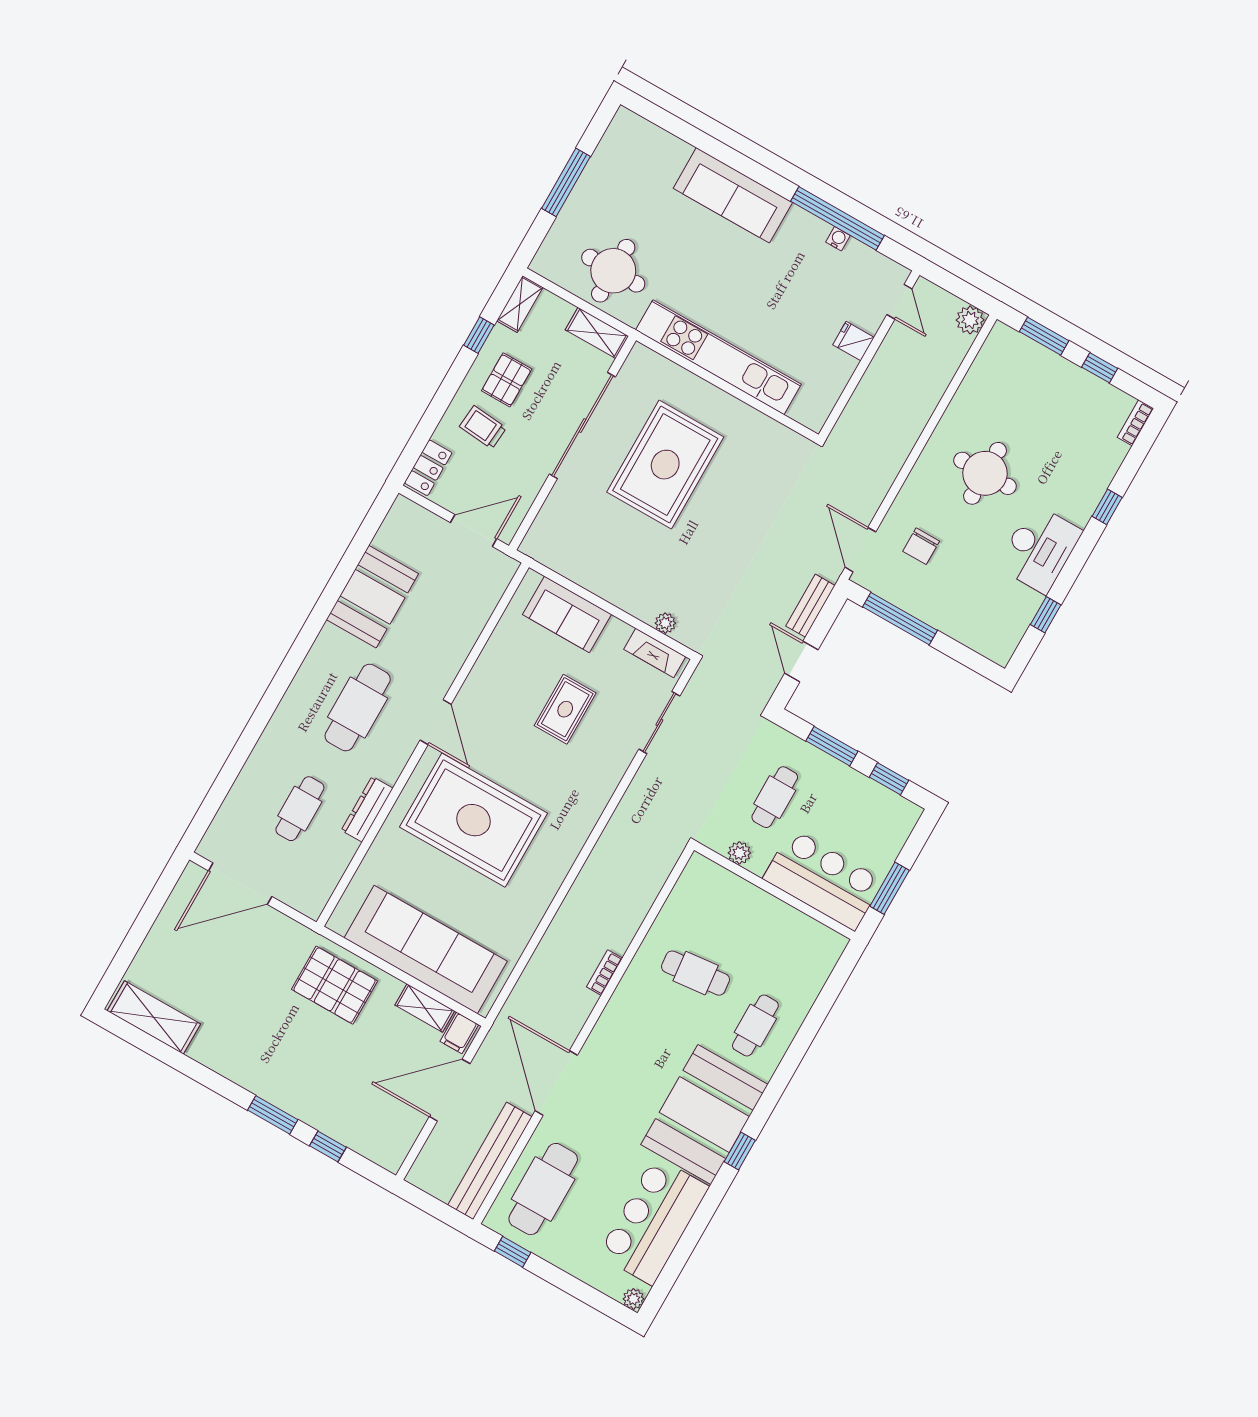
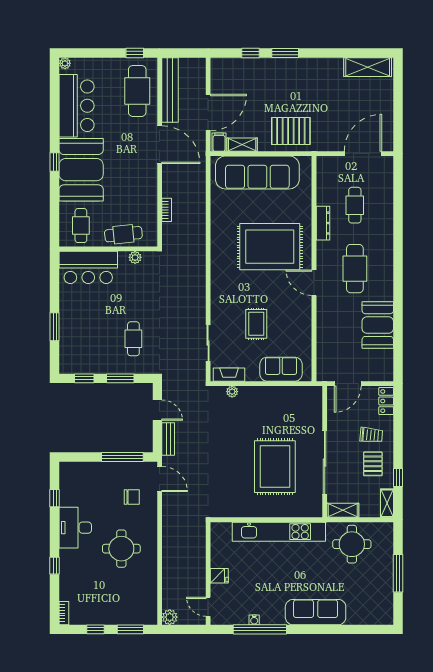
chair: (921, 546) -> (132, 497), turned 90
plant: (739, 853) -> (135, 257), moved
bar counter: (823, 880) -> (88, 267), moved
wall: (774, 891) -> (108, 249), moved

